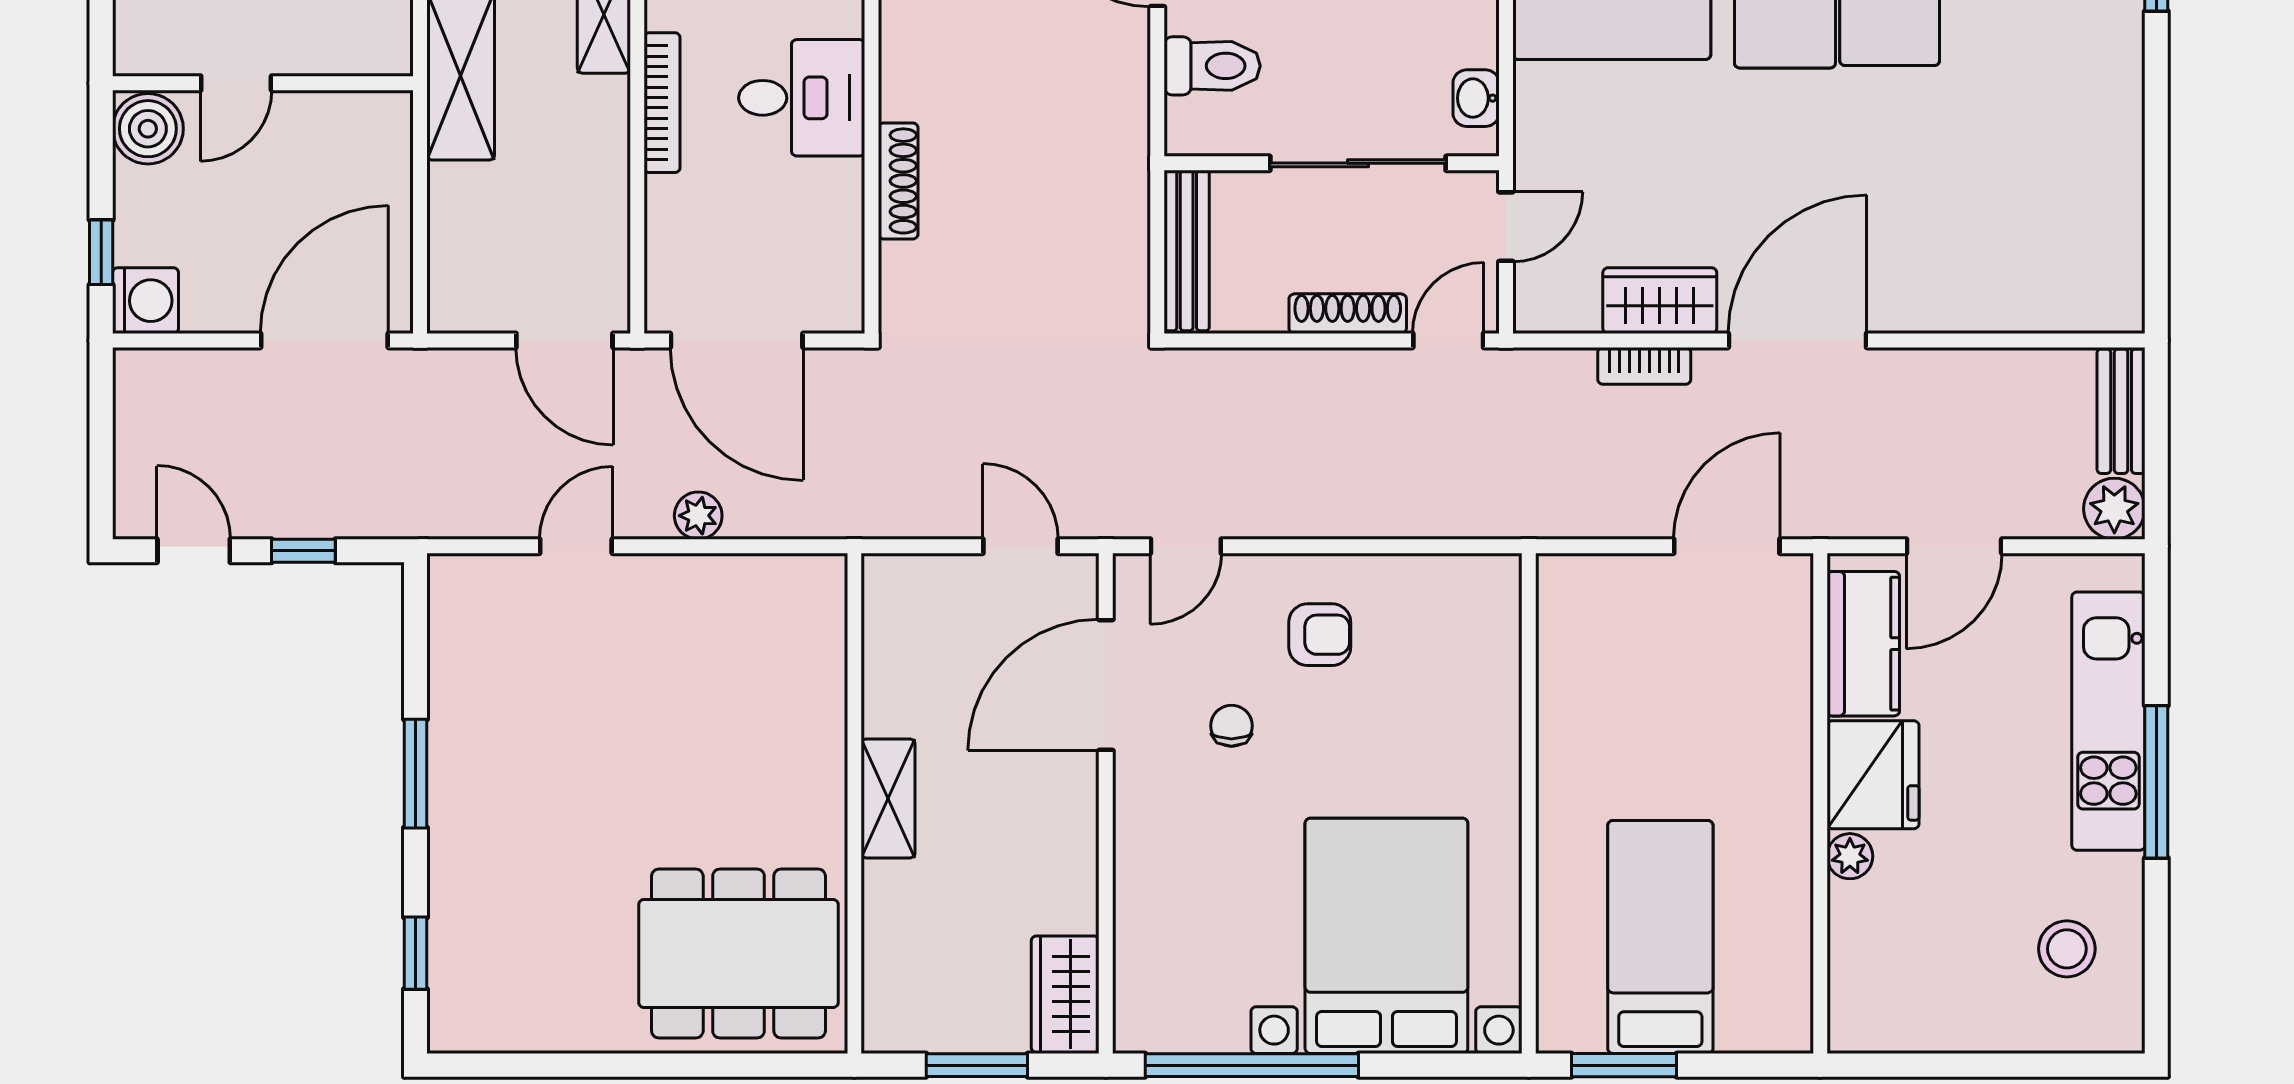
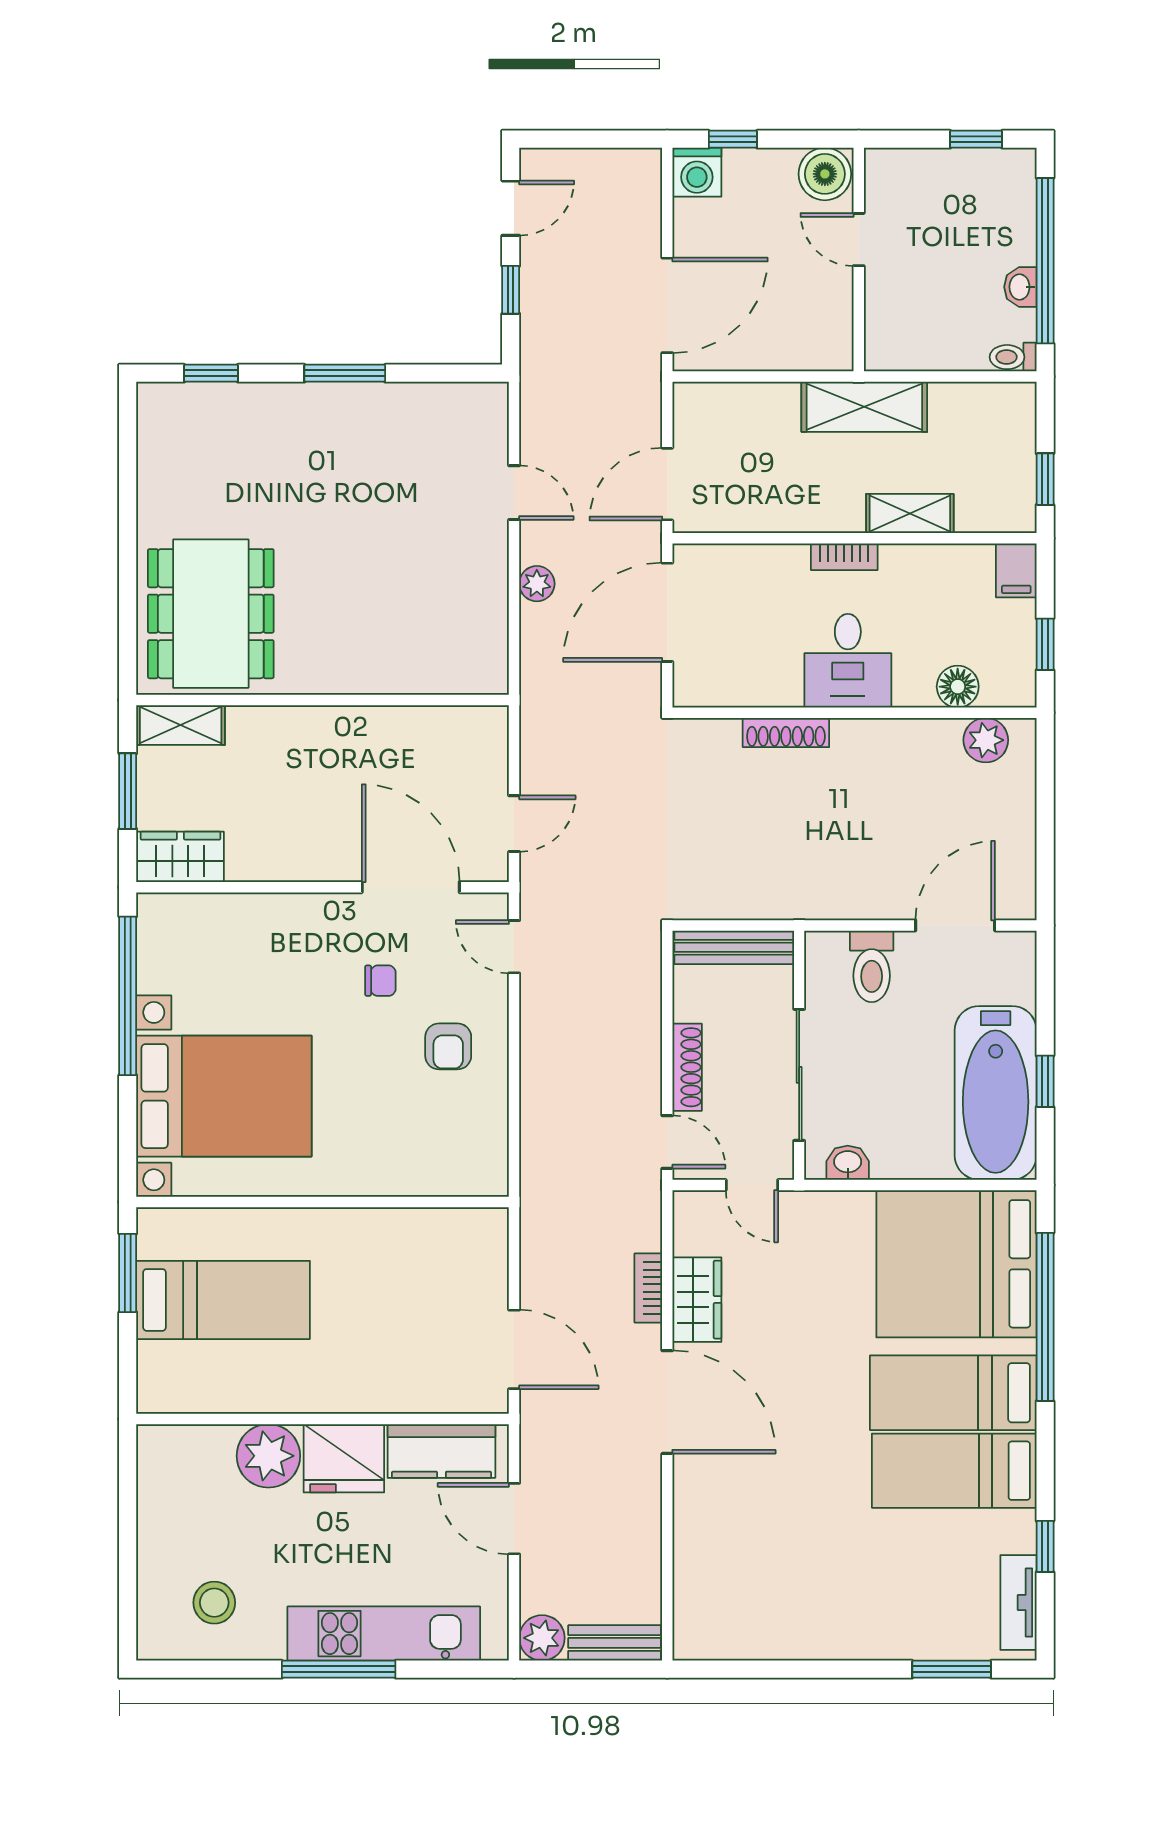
bookcase: (662, 103) -> (844, 557), width x0.64
door: (324, 340) -> (667, 305), hinge flipped
shelving: (888, 798) -> (181, 725), moved
plant: (1850, 856) -> (268, 1456), width x1.88, depth x1.88

